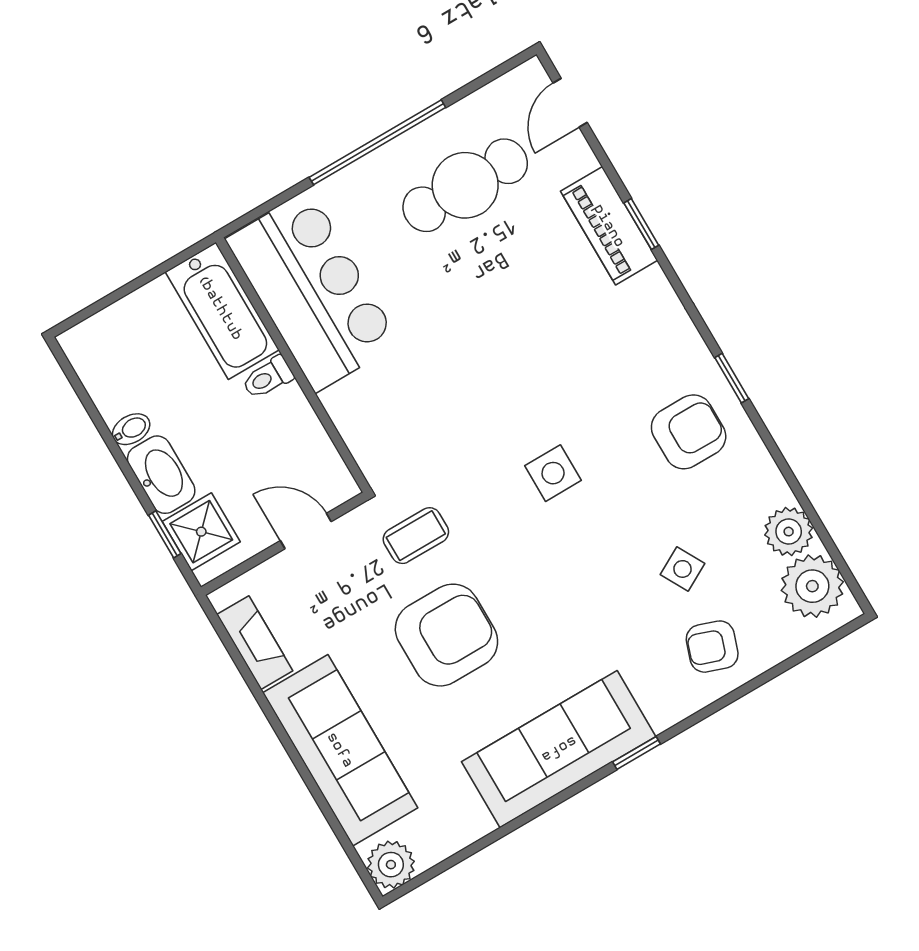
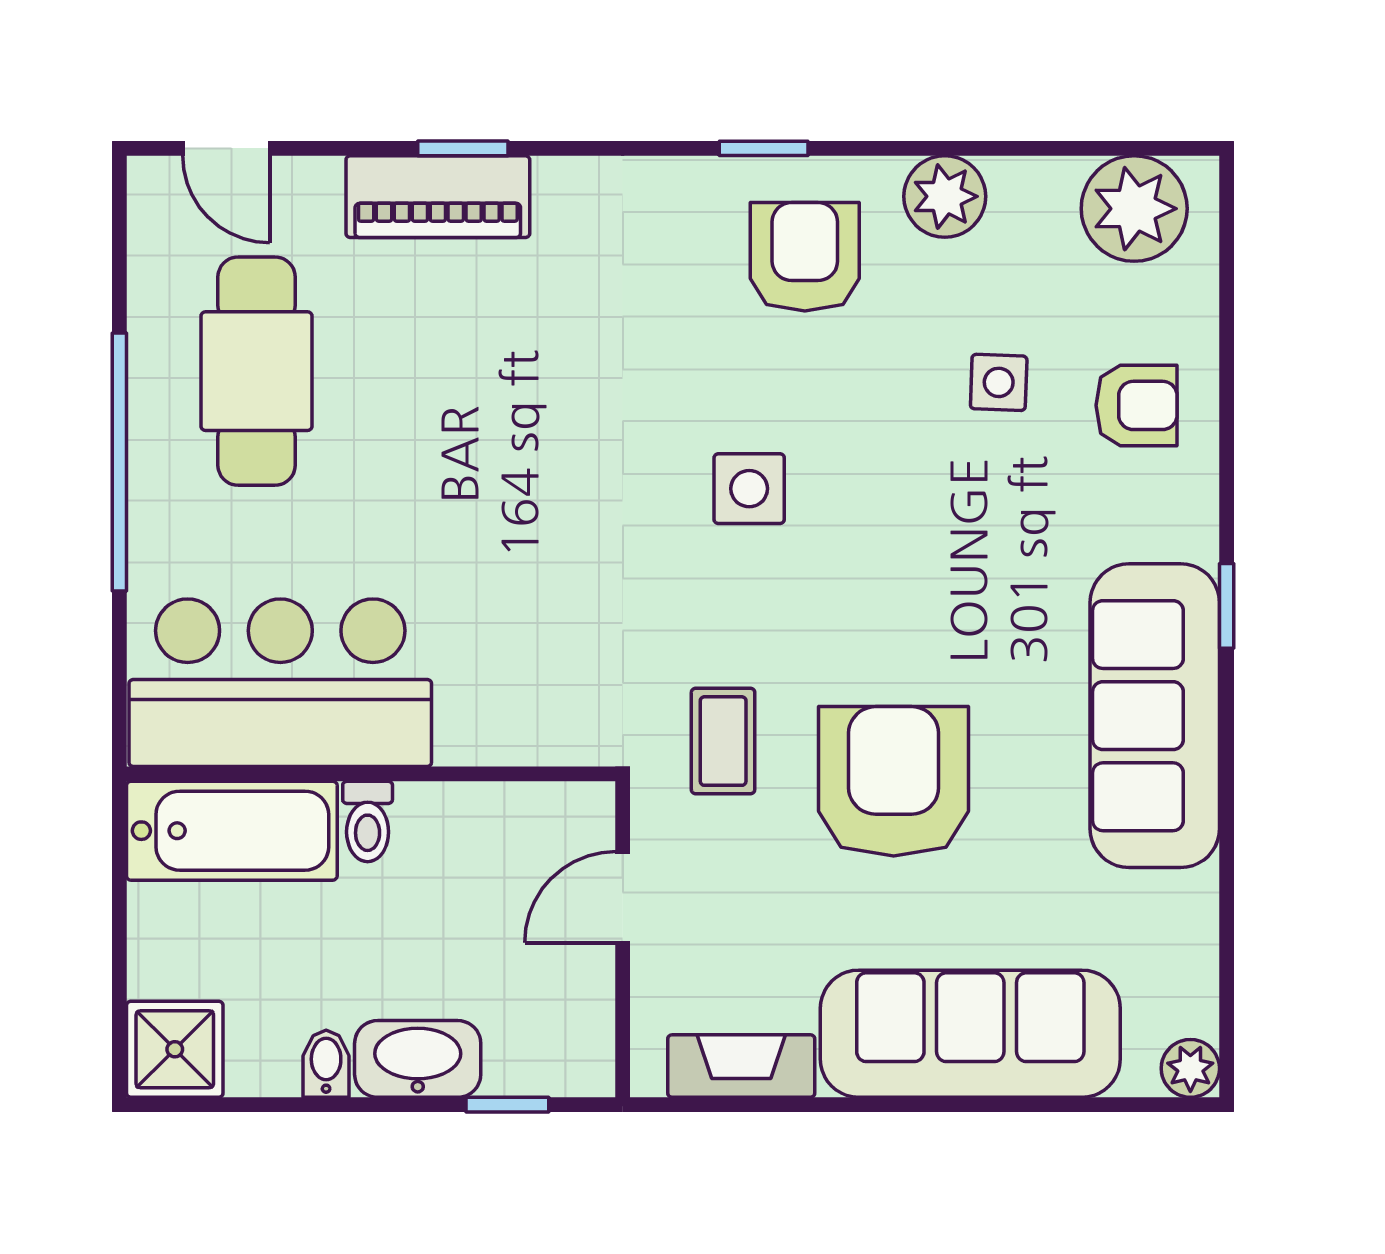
shower: (201, 532) -> (175, 1049), moved
plant: (789, 532) -> (945, 196), moved
side table: (682, 569) -> (999, 382), turned 31
armchair: (712, 647) -> (1137, 405), turned -109
plant: (391, 865) -> (1190, 1068), width x0.73, depth x0.73

